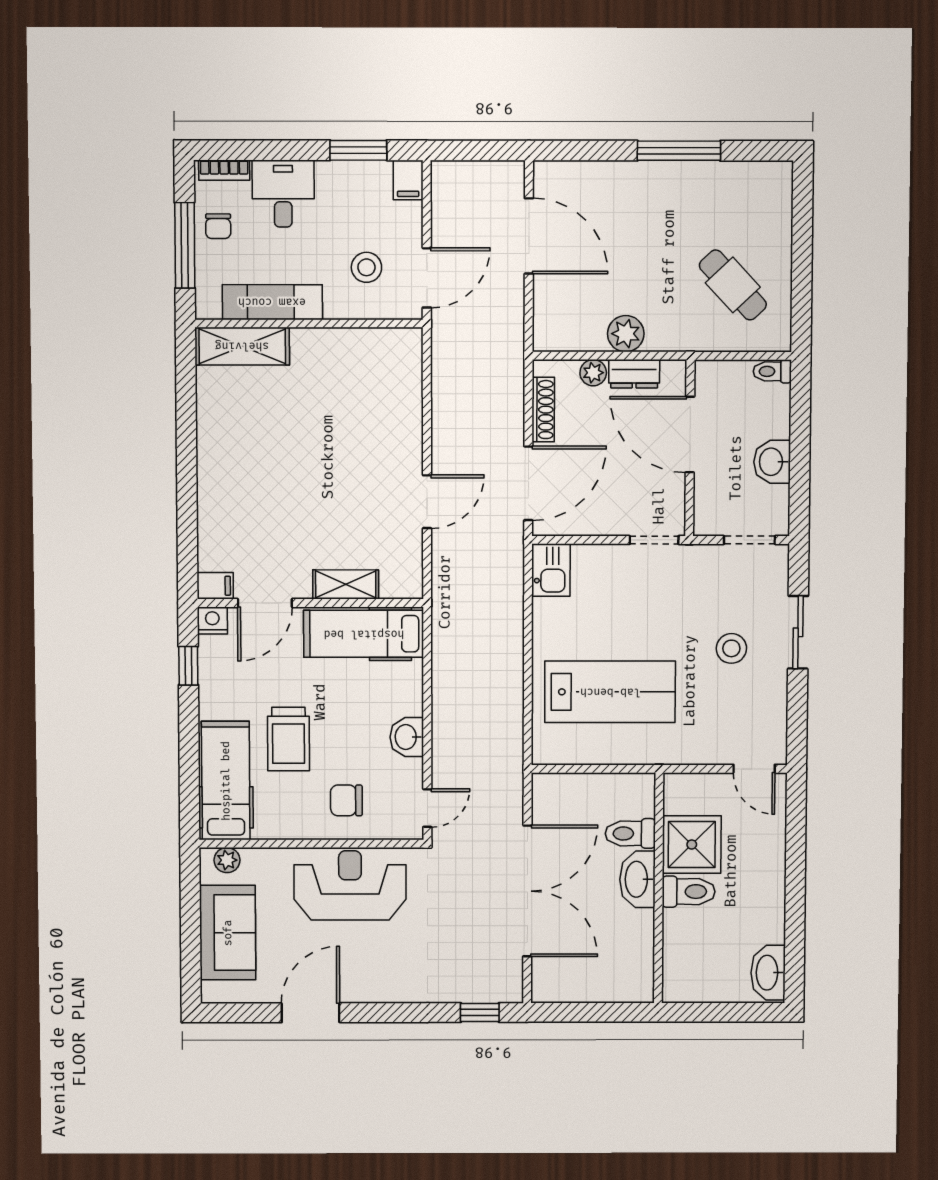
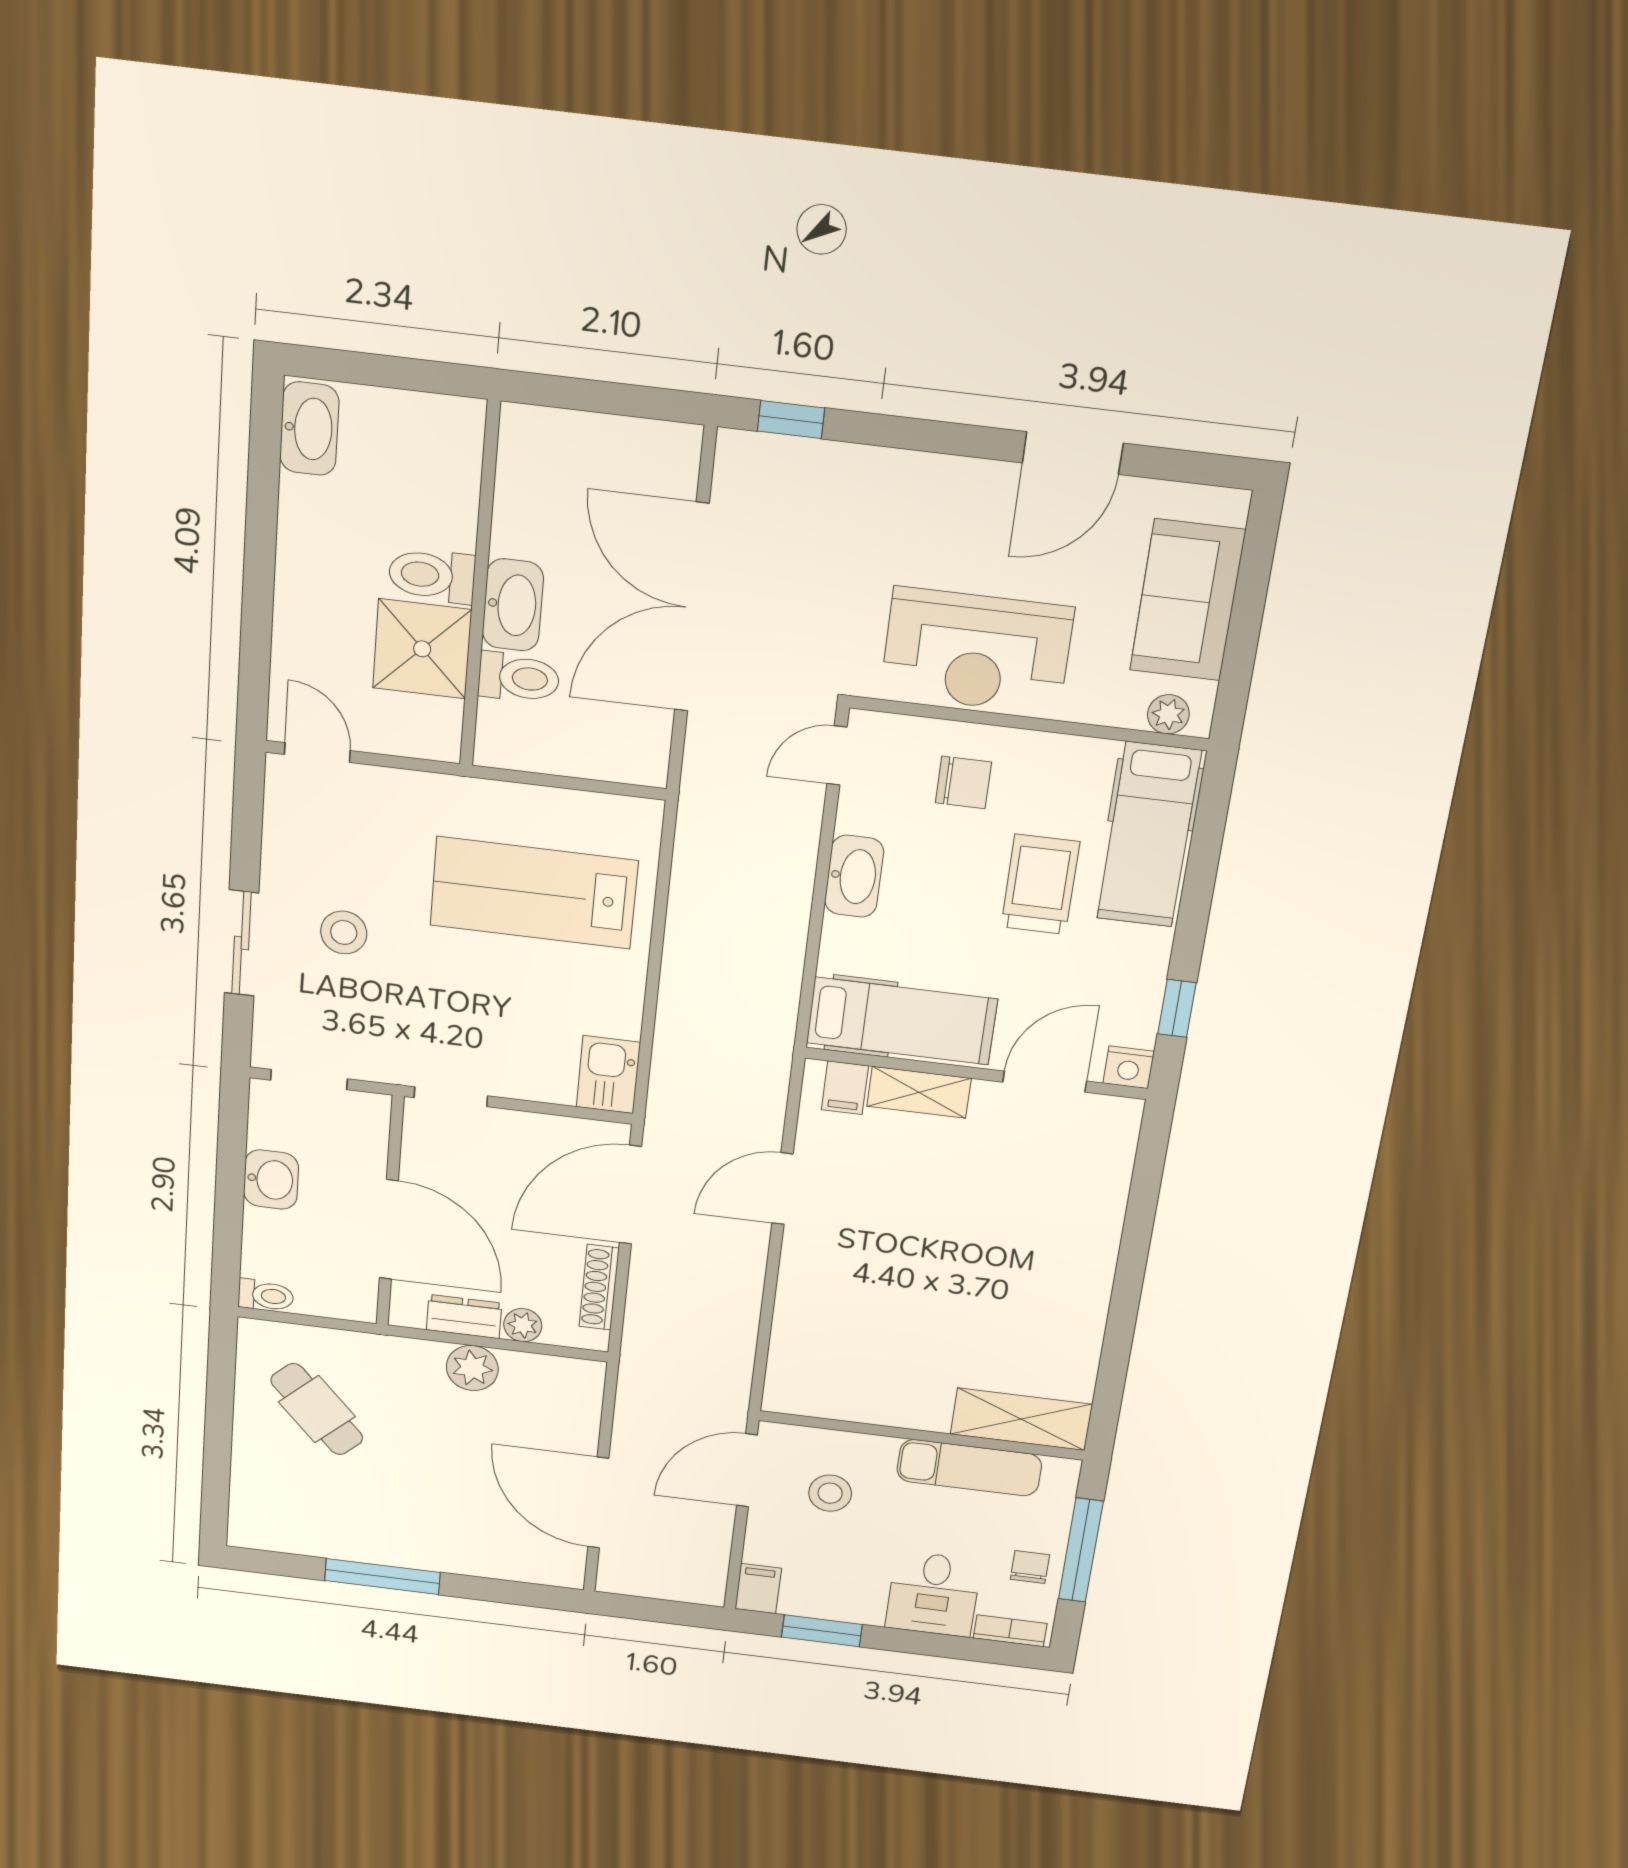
filing cabinet: (215, 586) -> (845, 1088), moved, turned -90
washbasin: (407, 737) -> (854, 876), width x1.38

